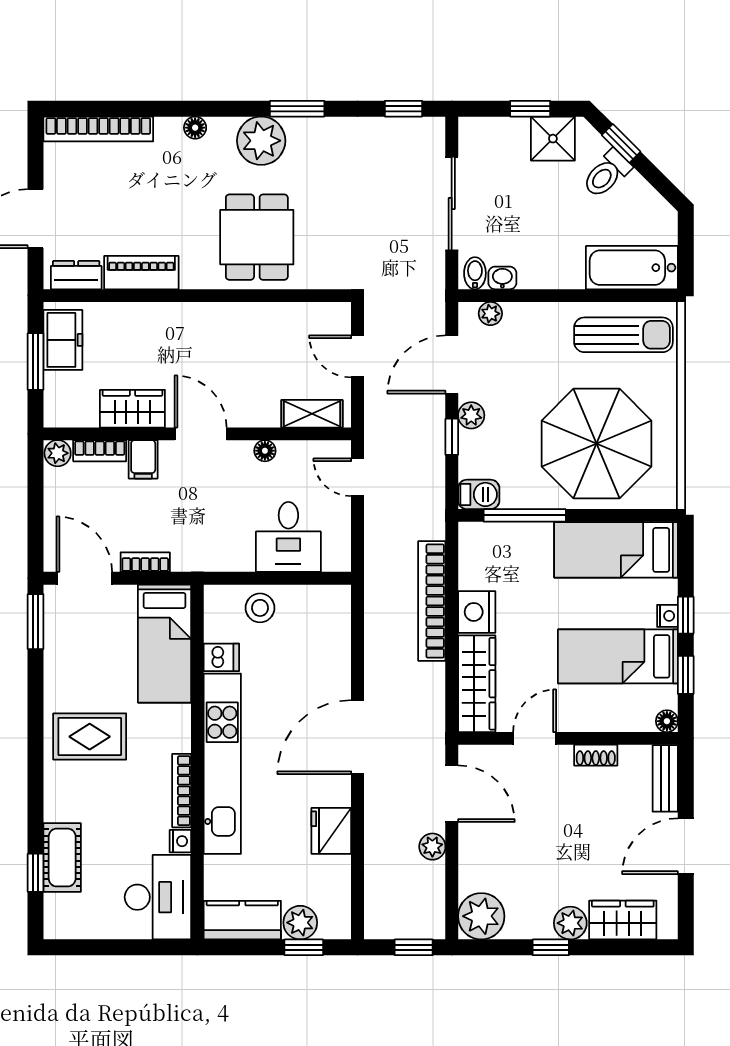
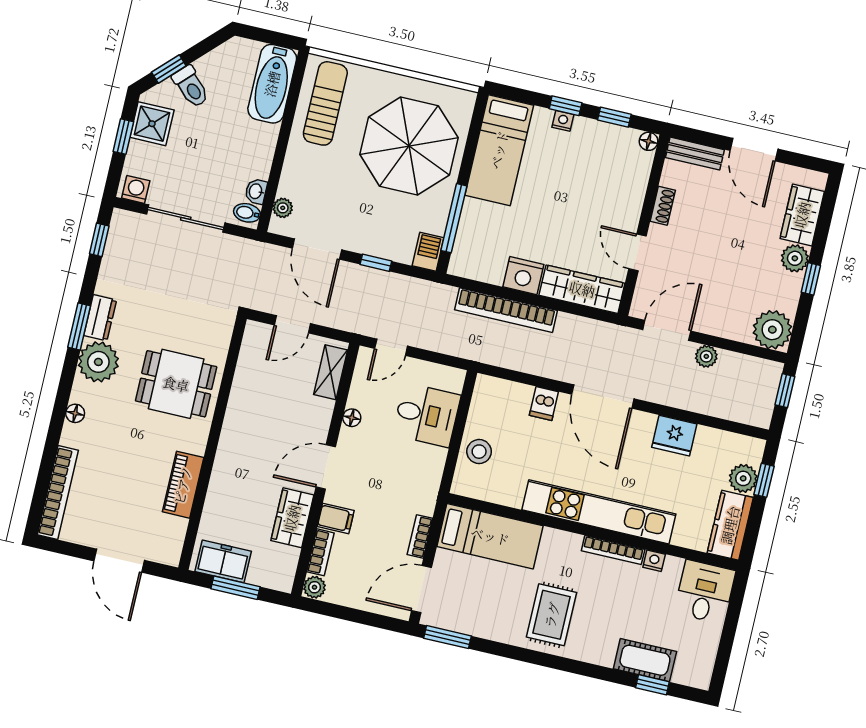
washing machine: (472, 137) -> (136, 189), added
dresser: (76, 275) -> (100, 318), moved, turned 180
plant: (471, 415) -> (362, 243), removed
bed: (618, 656) -> (586, 169), removed
dishwasher: (221, 657) -> (544, 403), moved, turned 180
desk: (158, 897) -> (705, 592), width x0.73

